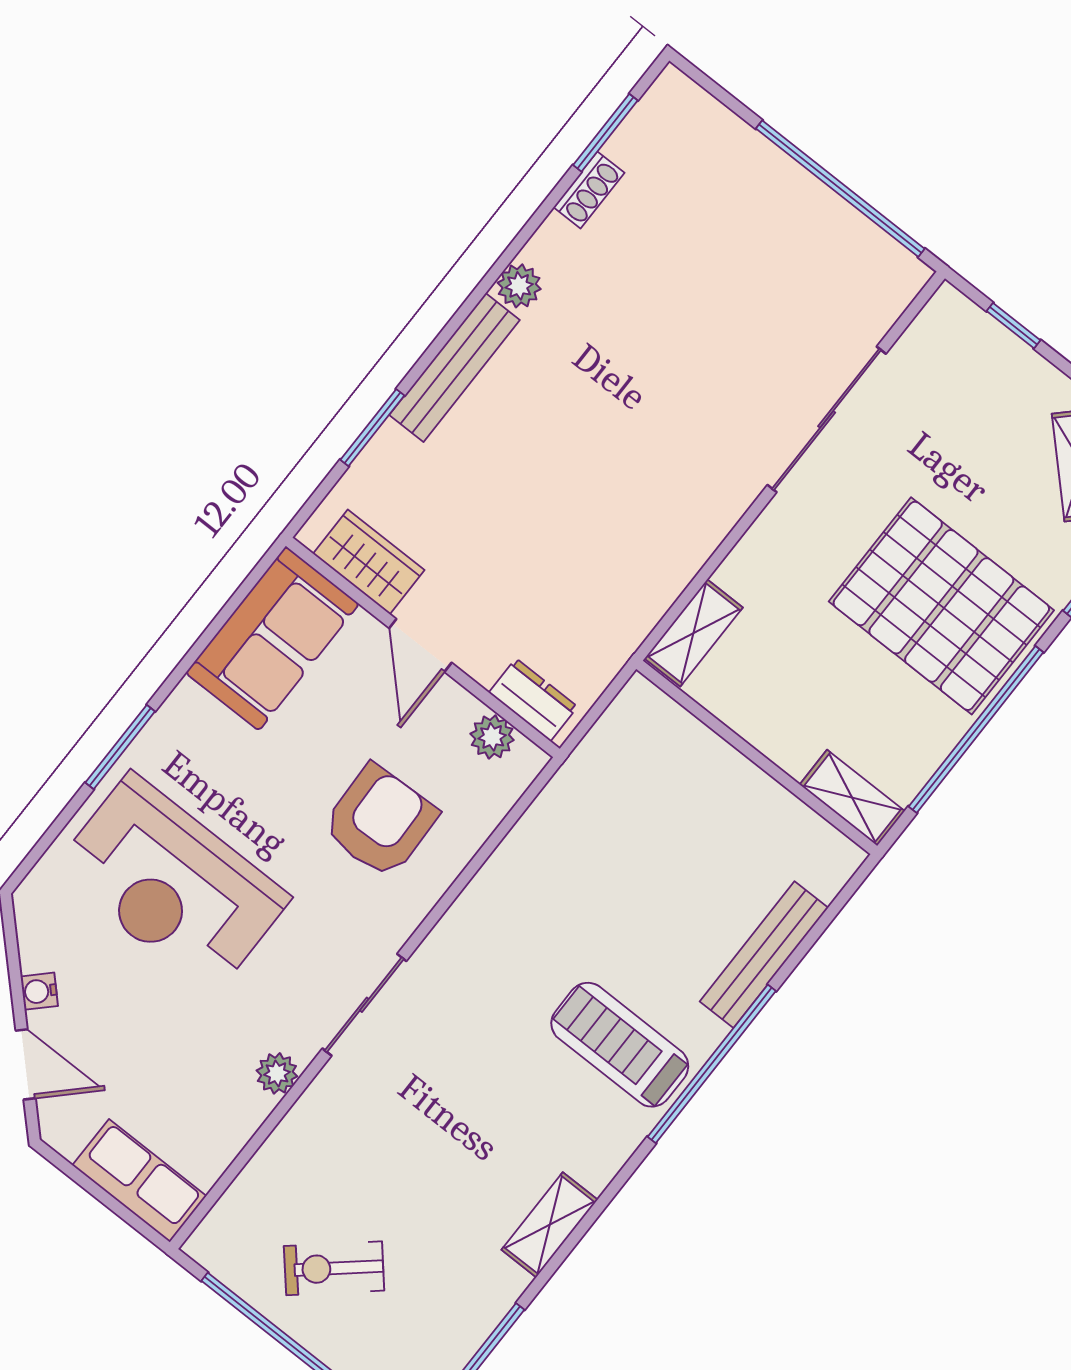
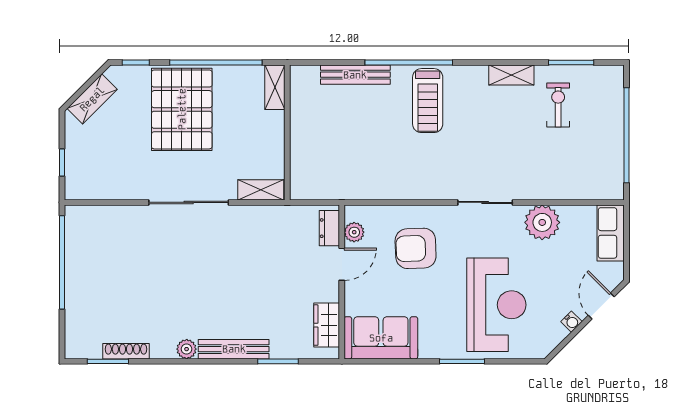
shoe rack: (589, 190) -> (126, 351), width x1.43
sliding door: (827, 419) -> (189, 202), moved
door: (420, 645) -> (342, 264), moved
plant: (277, 1073) -> (542, 222), width x1.88, depth x1.88
exercise bike: (334, 1268) -> (558, 105), moved, turned -139

